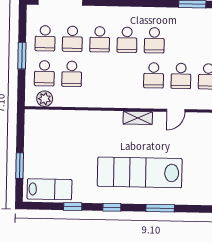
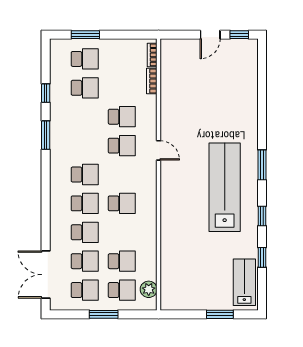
school desk: (154, 75) -> (122, 203), moved
shelving: (138, 118) -> (167, 190), removed
lab bench: (140, 172) -> (225, 187), turned 180

